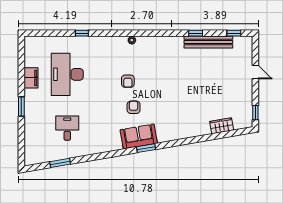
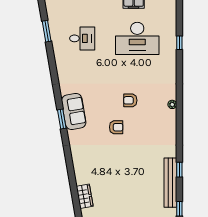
window: (82, 33) -> (179, 43), moved
desk: (67, 74) -> (137, 38), turned 180
armchair: (134, 107) -> (116, 127), moved

